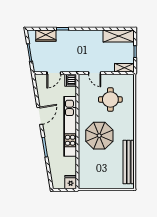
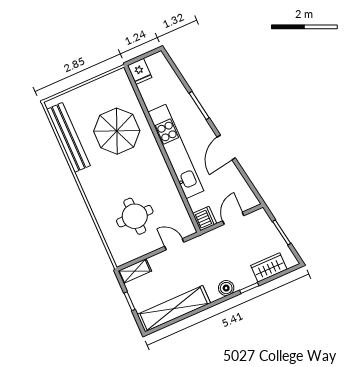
boiler: (76, 35) -> (226, 288), added
shelving: (119, 36) -> (174, 309), width x1.47
parasol: (99, 136) -> (117, 131), moved

